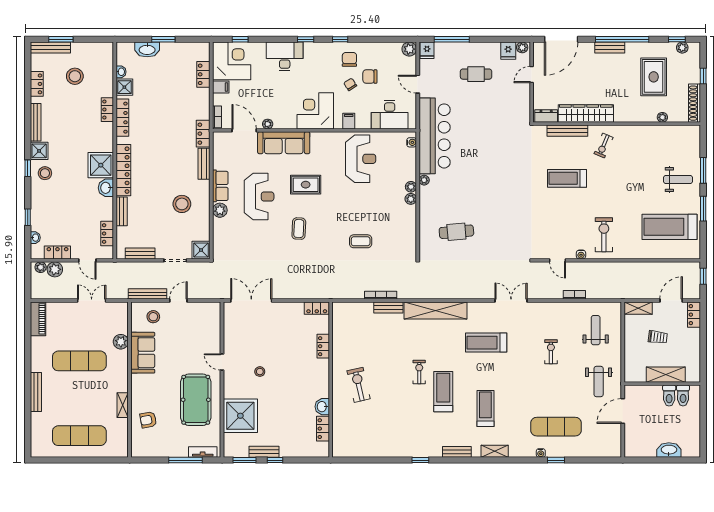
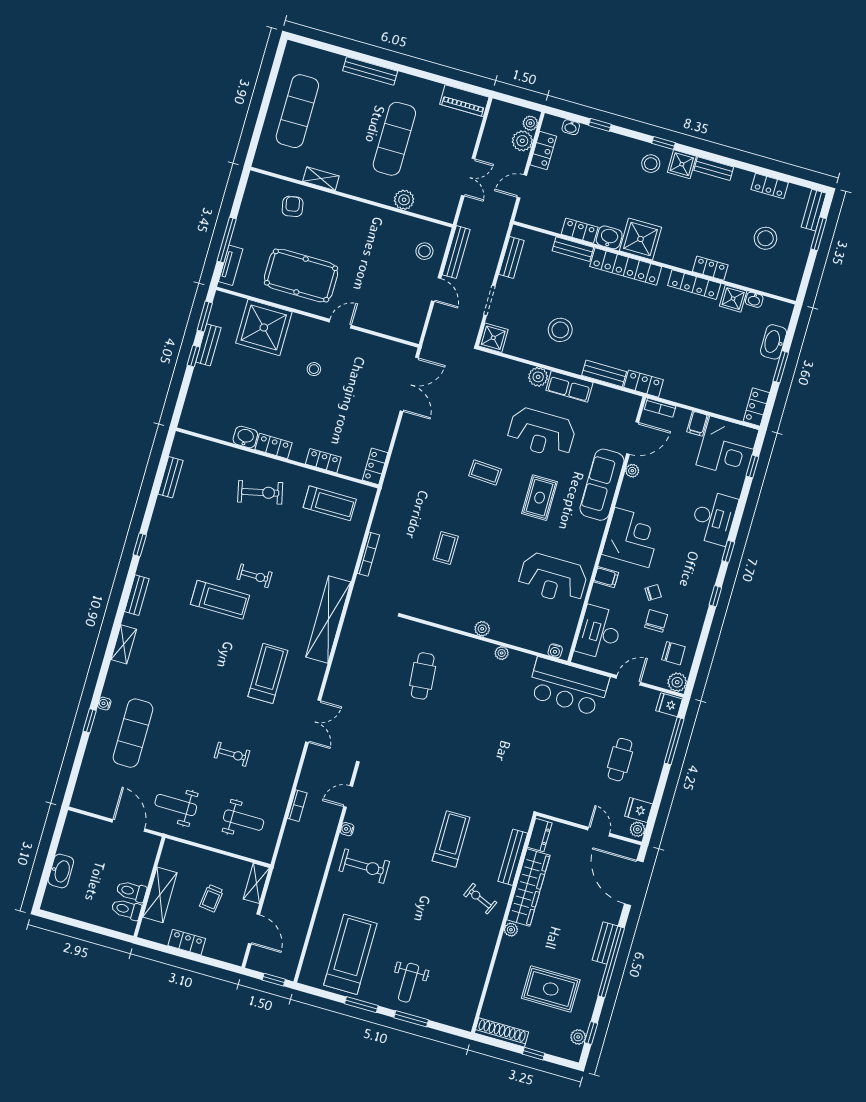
bench: (50, 47) -> (814, 210), width x0.73
chair: (349, 59) -> (673, 653), moved
locker: (203, 74) -> (756, 407), moved, turned -90
plant: (662, 117) -> (511, 930), moved
bench: (36, 122) -> (714, 169), width x0.73
bar counter: (435, 136) -> (568, 687), width x0.73
plant: (411, 187) -> (498, 633), removed
locker: (107, 234) -> (580, 231), moved
bench: (388, 307) -> (170, 477), moved
locker: (694, 315) -> (187, 942), moved
sofa: (143, 353) -> (382, 224), removed
treadmill: (485, 409) -> (330, 503), moved
locker: (323, 429) -> (274, 446), moved

